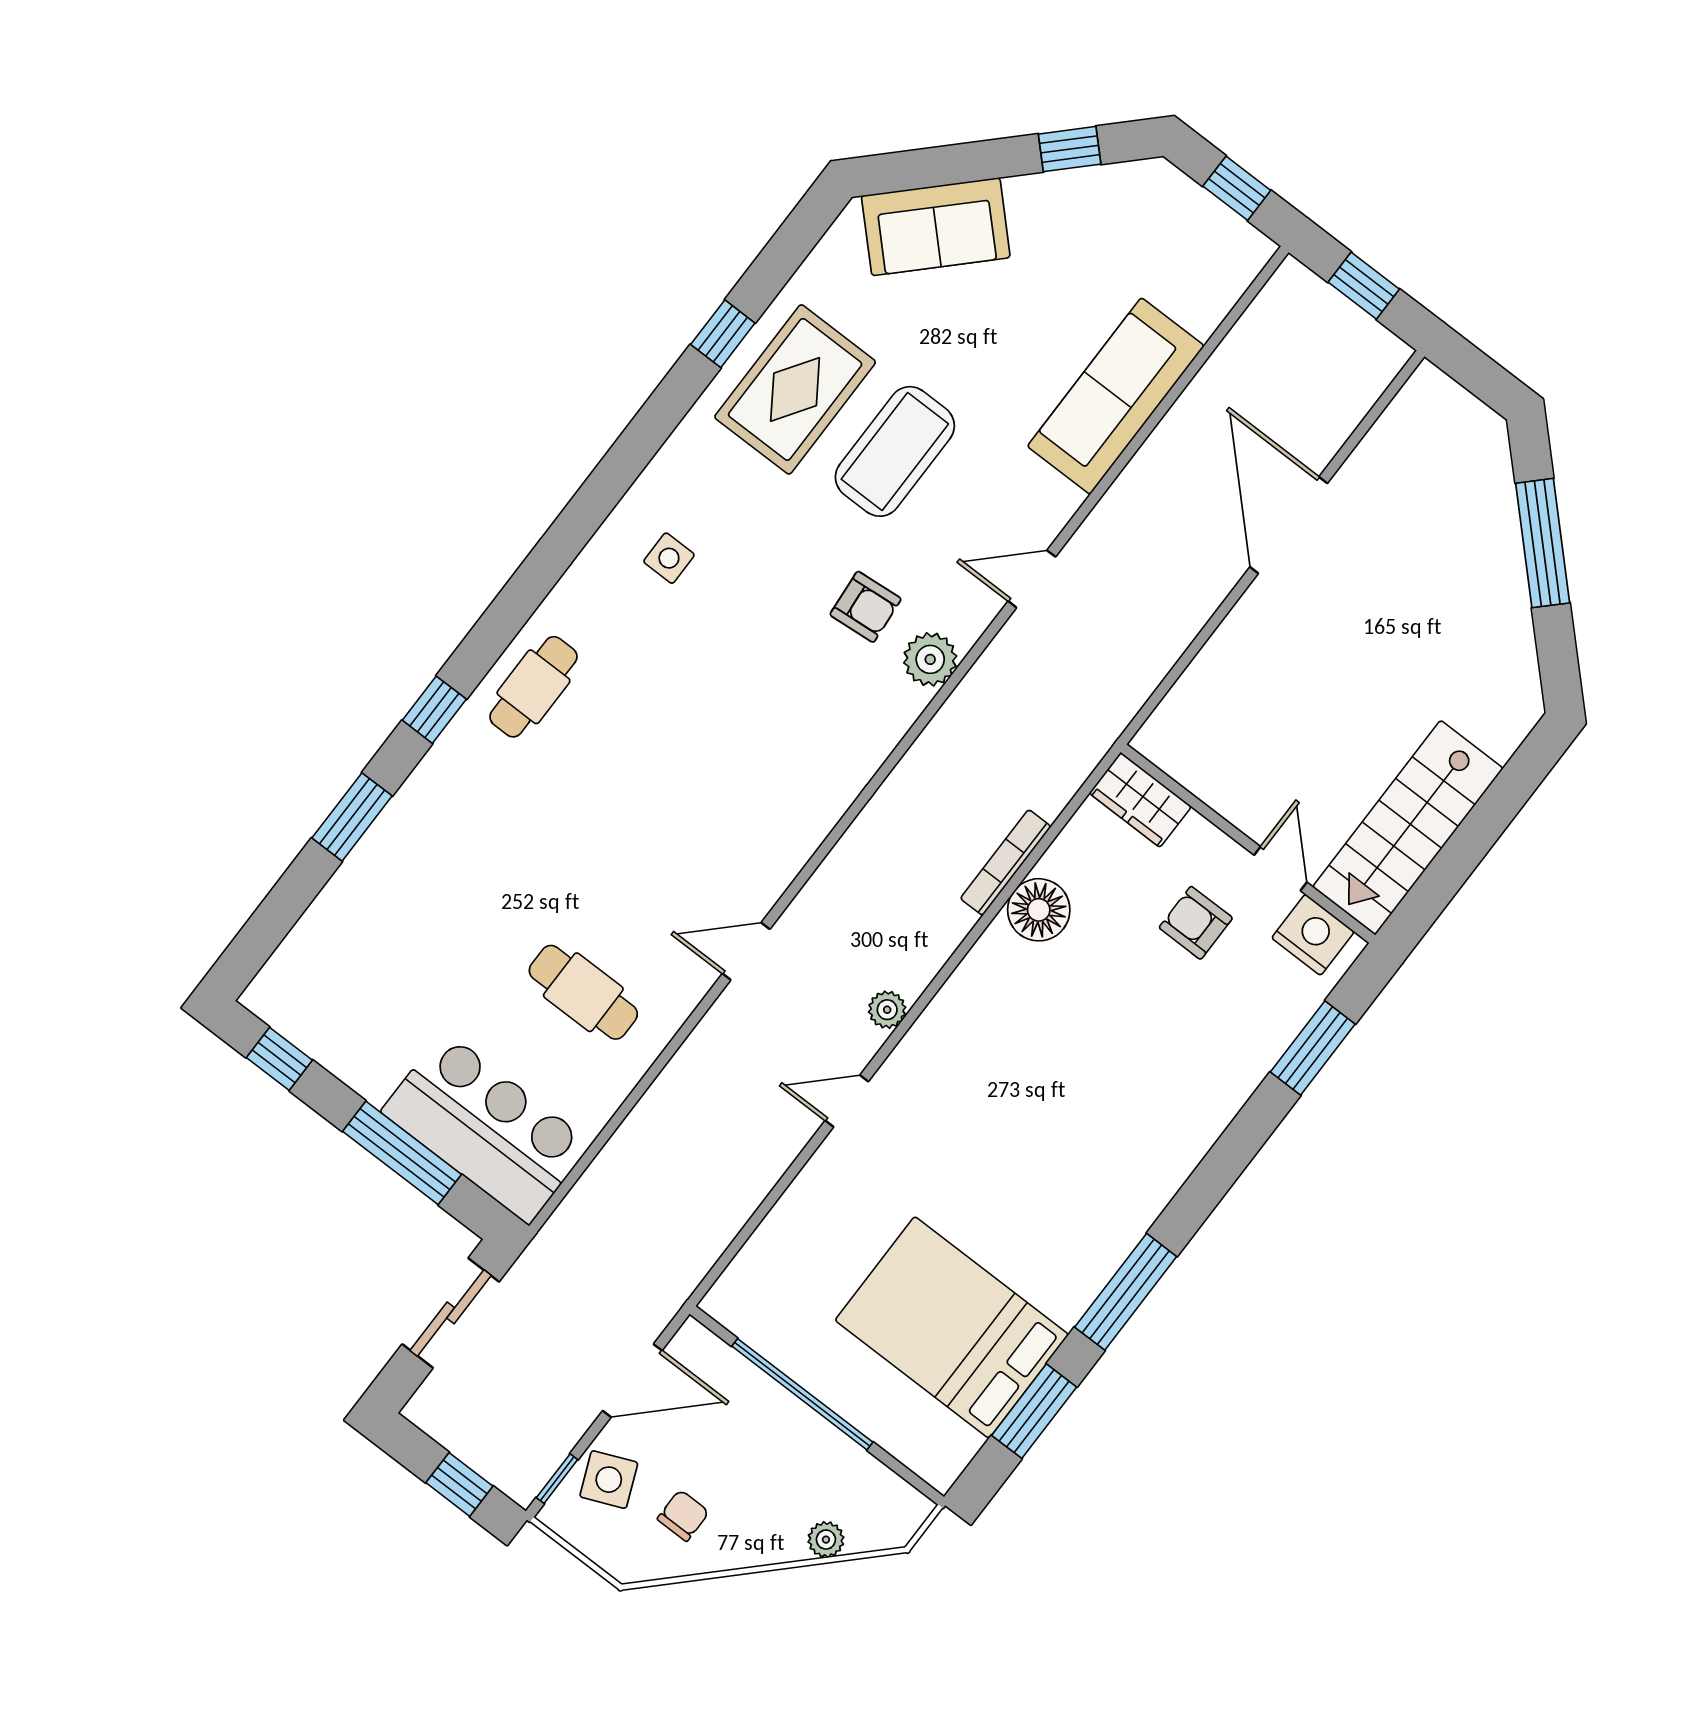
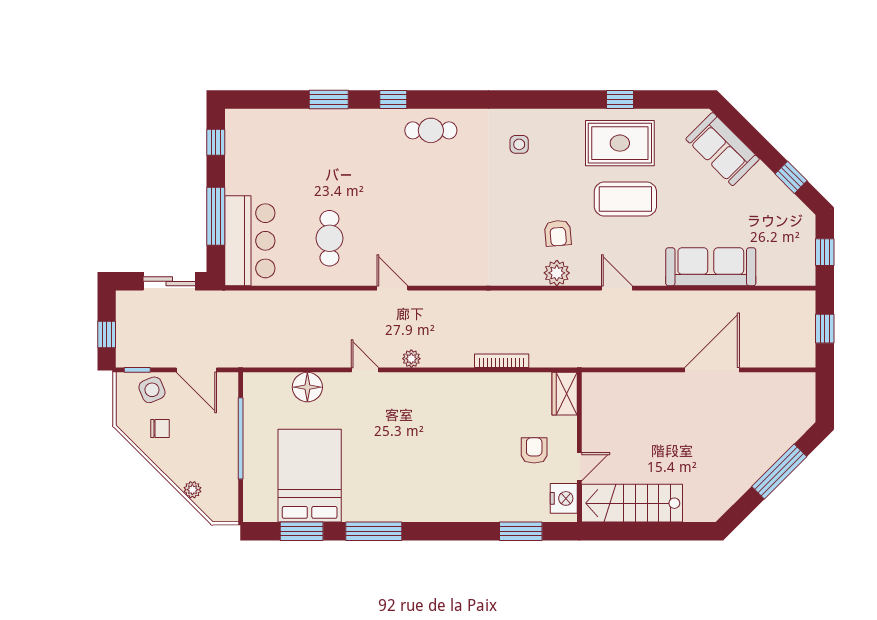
floor lamp: (1039, 910) -> (307, 387), moved

